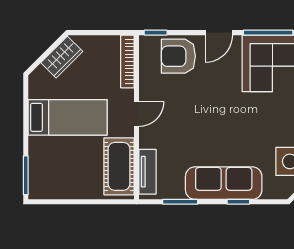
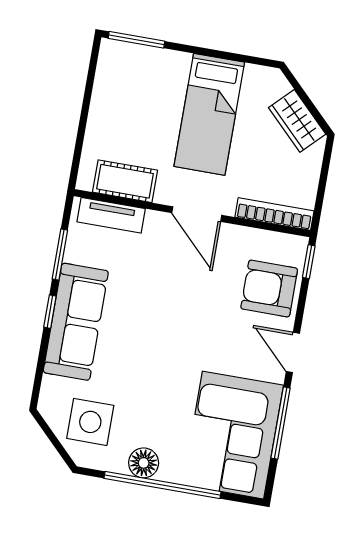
armchair: (178, 56) -> (269, 289), turned -90
door: (137, 114) -> (197, 214), width x1.38
cot: (119, 166) -> (125, 181), width x0.73, depth x0.75
window: (238, 202) -> (50, 312), moved

